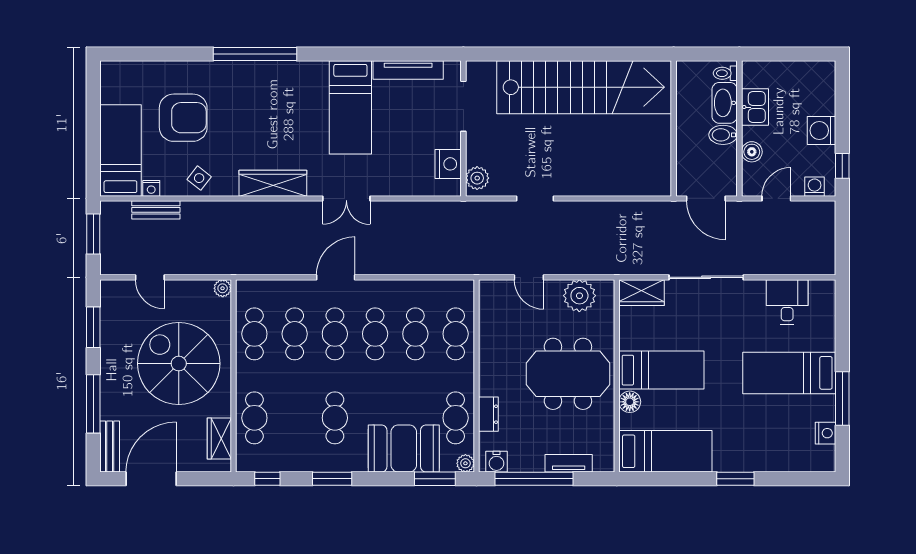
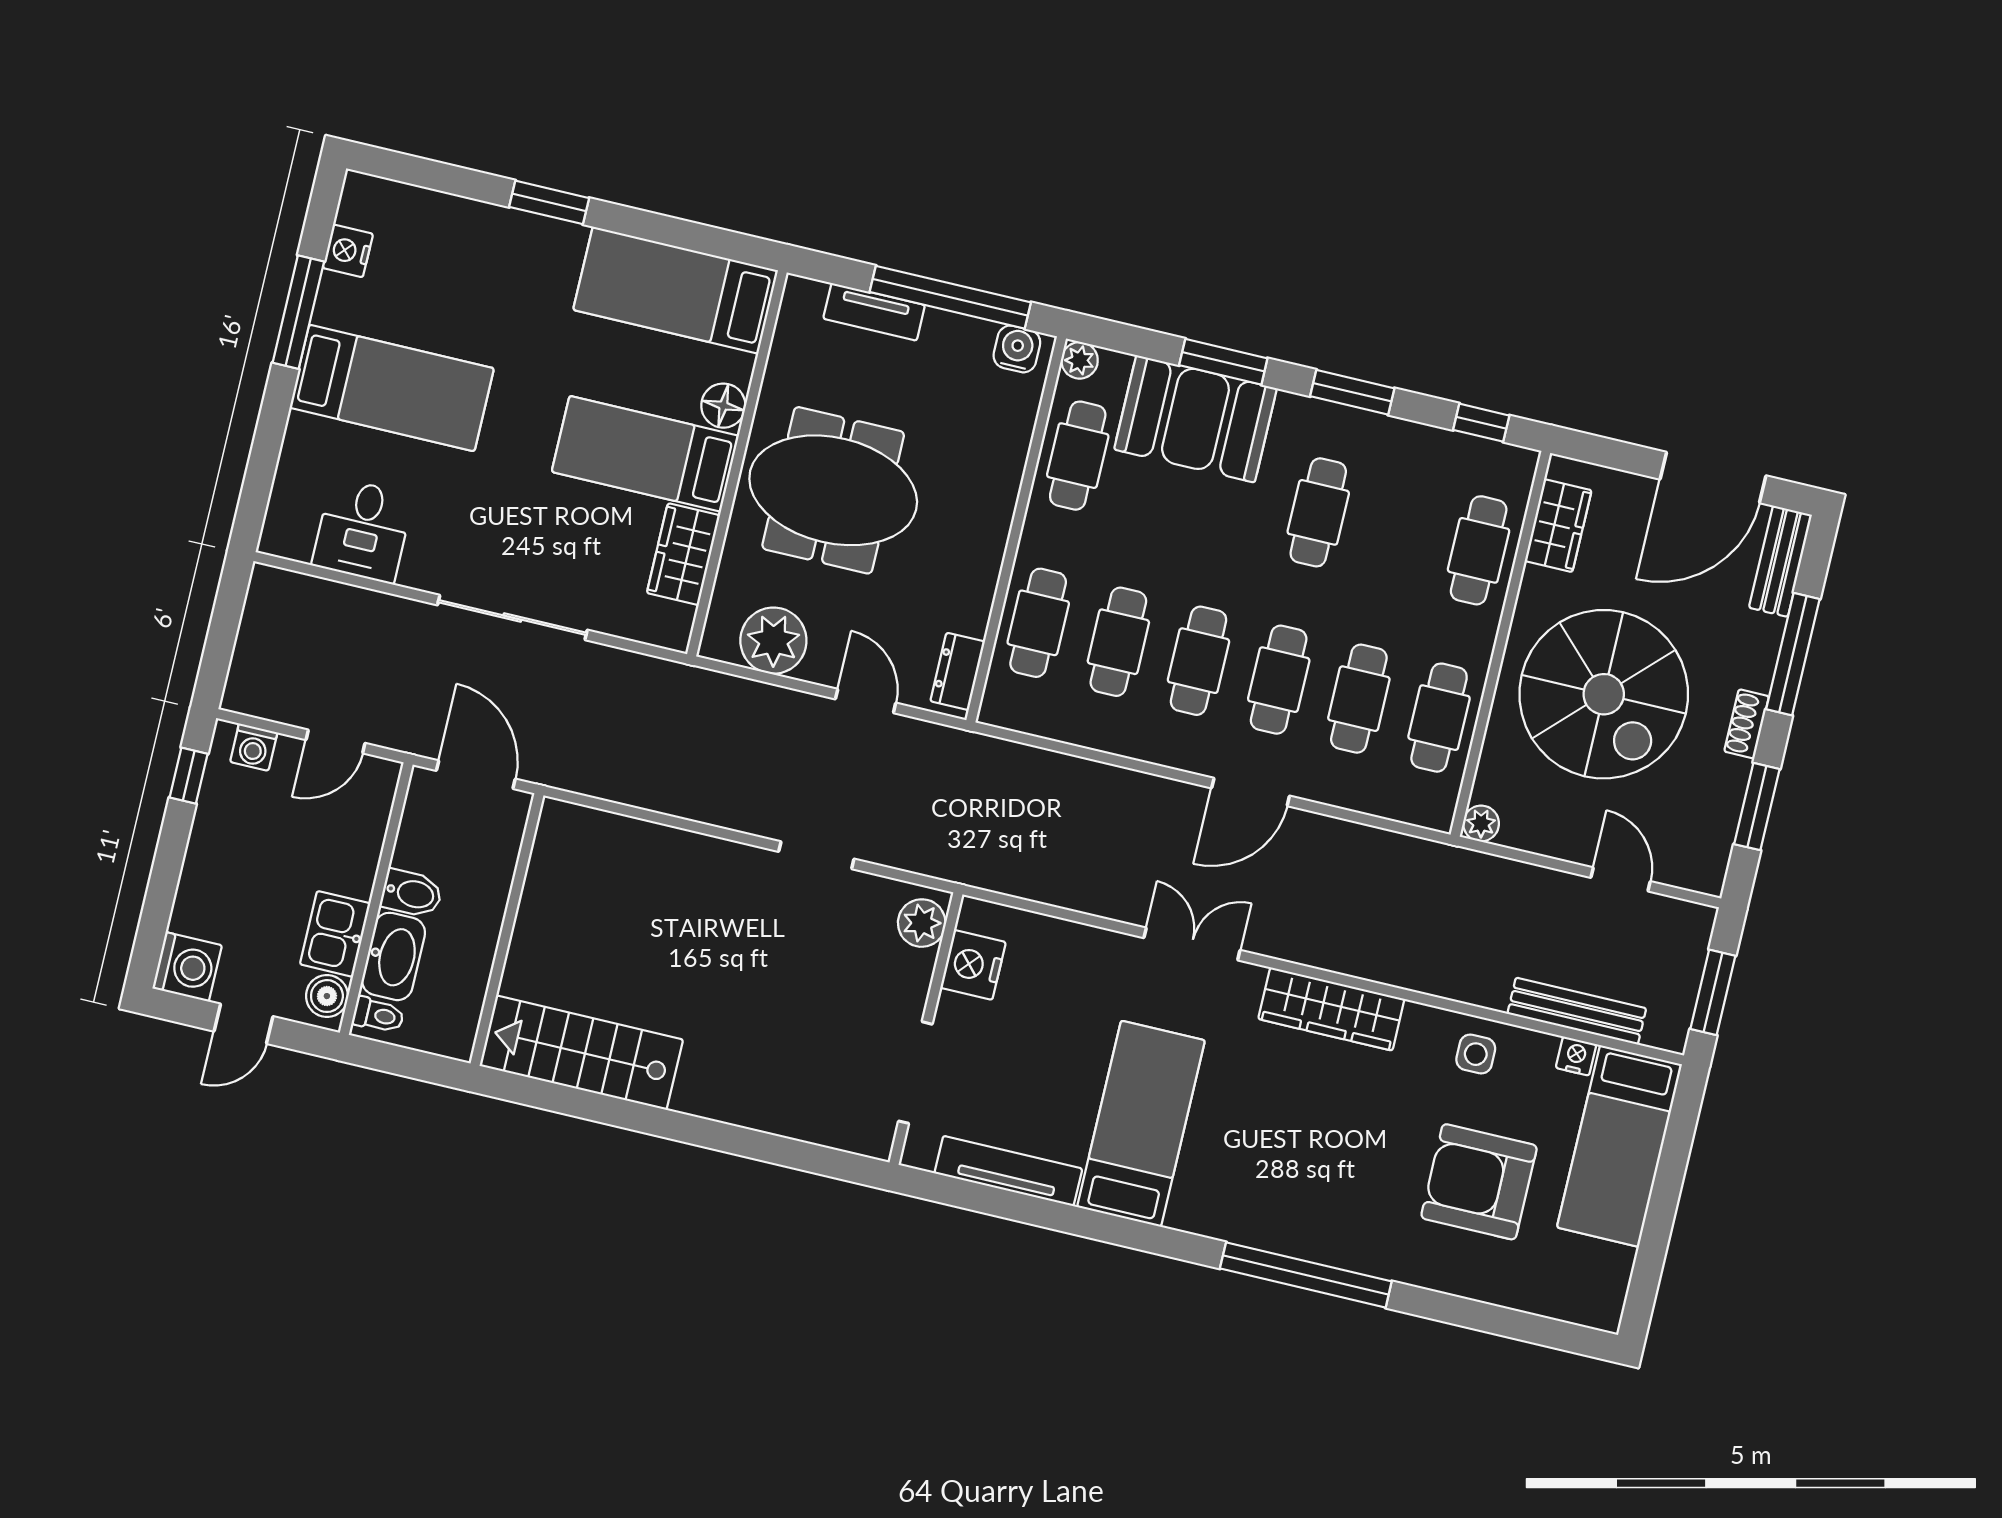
door: (788, 54) -> (243, 1024), added
stairs: (584, 87) -> (581, 1053), width x0.54, depth x0.66
washing machine: (822, 131) -> (187, 967), moved
boiler: (752, 152) -> (327, 996), moved
side table: (199, 178) -> (1476, 1054), turned -38
bench: (156, 210) -> (1577, 1011), width x1.36
wardrobe: (641, 293) -> (683, 554), moved, turned -90
shoe rack: (107, 365) -> (1747, 724), added
dresser: (488, 414) -> (958, 671), moved
window: (435, 479) -> (1223, 362), moved

